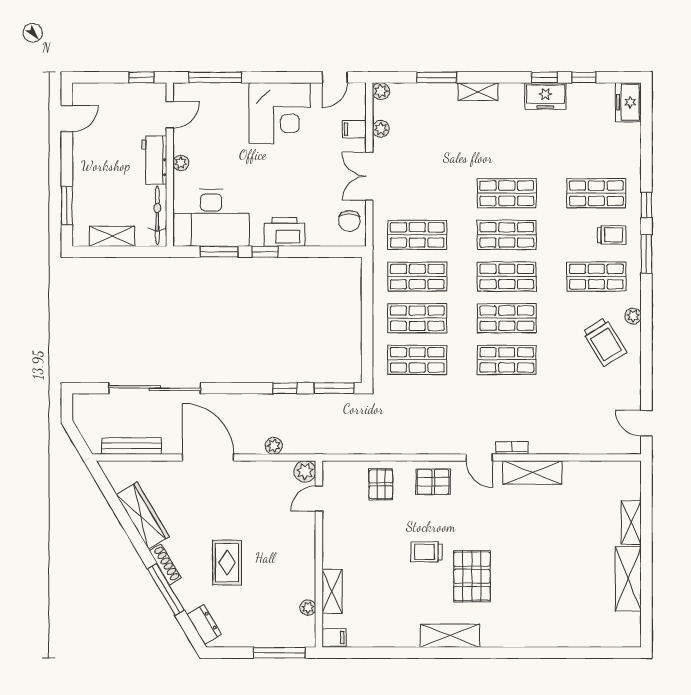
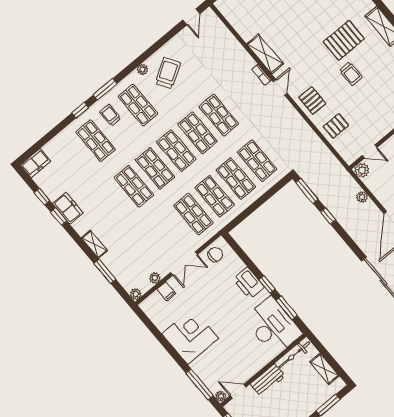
door: (335, 77) -> (148, 323), removed
plant: (181, 163) -> (221, 396), moved

